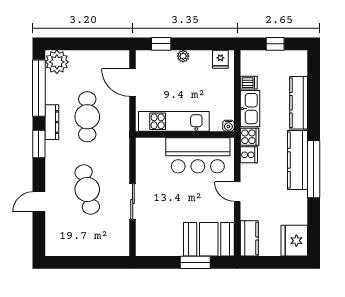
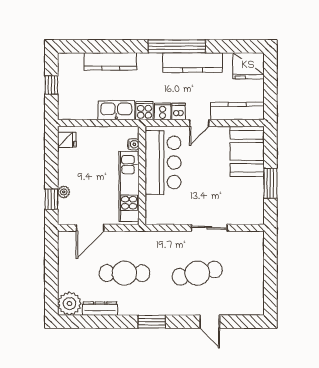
plant: (183, 56) -> (64, 192), moved
dishwasher: (249, 83) -> (178, 111), moved
window: (39, 88) -> (96, 322), removed
dresser: (52, 122) -> (100, 309), moved
water cooler: (228, 126) -> (133, 144), moved
kitchen counter: (298, 160) -> (192, 63), moved
kitchen counter: (249, 238) -> (237, 111), width x1.50
window: (195, 262) -> (270, 183), moved

